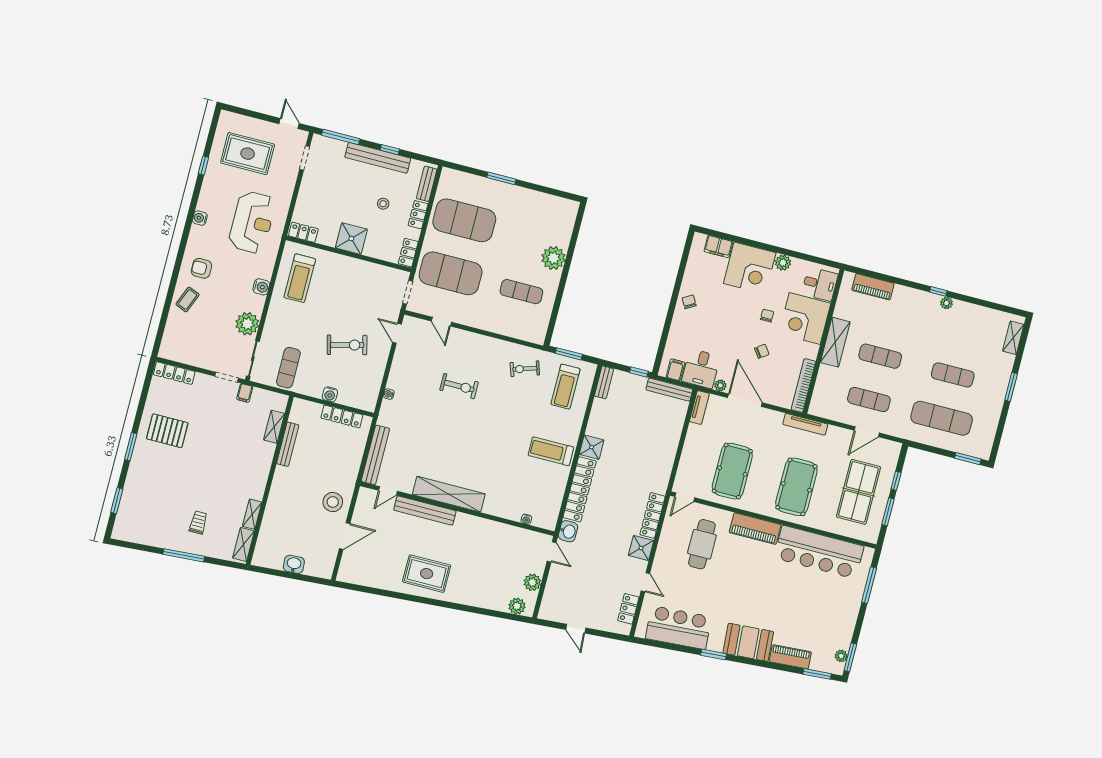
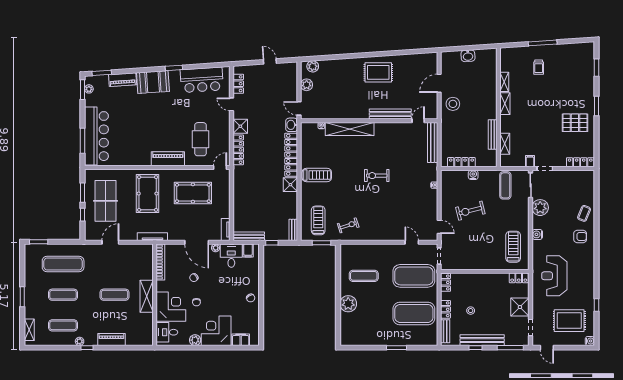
water cooler: (200, 218) -> (590, 341), moved
shower: (351, 239) -> (520, 307), moved
piano: (873, 287) -> (111, 339), moved
exercise bike: (459, 386) -> (377, 176), moved
exercise mat: (869, 399) -> (63, 325), moved
pool table: (732, 471) -> (193, 193), turned 90
shelving: (449, 494) -> (350, 129), moved
shelving: (243, 544) -> (505, 104), moved
bar counter: (819, 552) -> (96, 136), moved, turned 90

